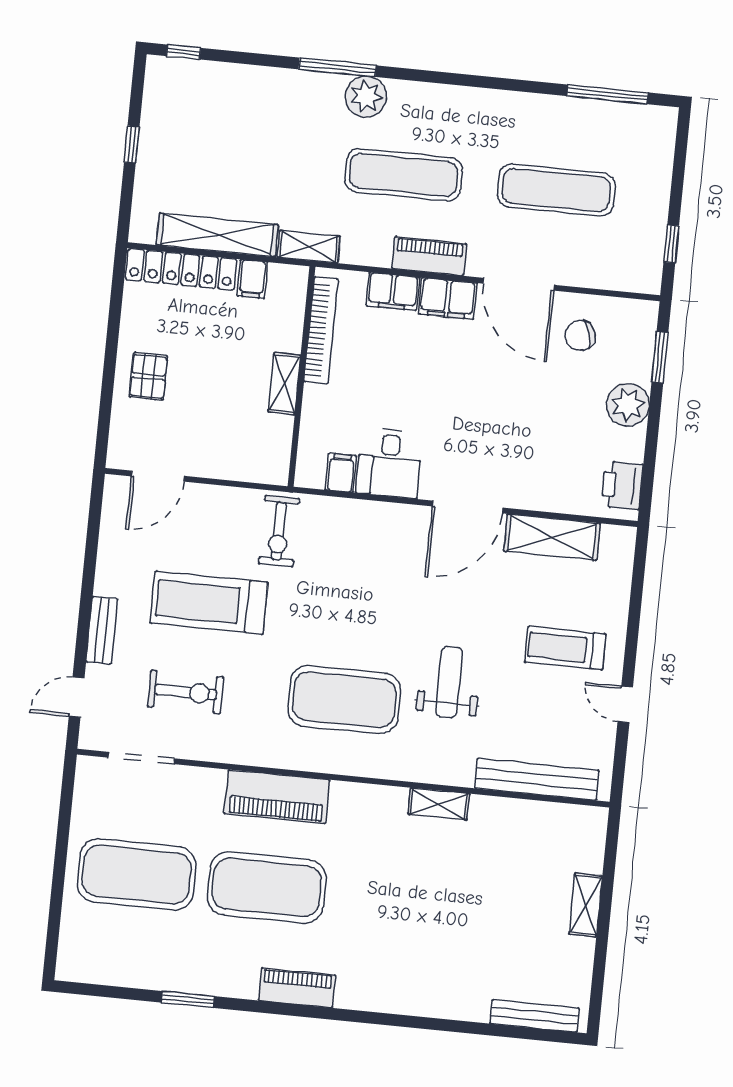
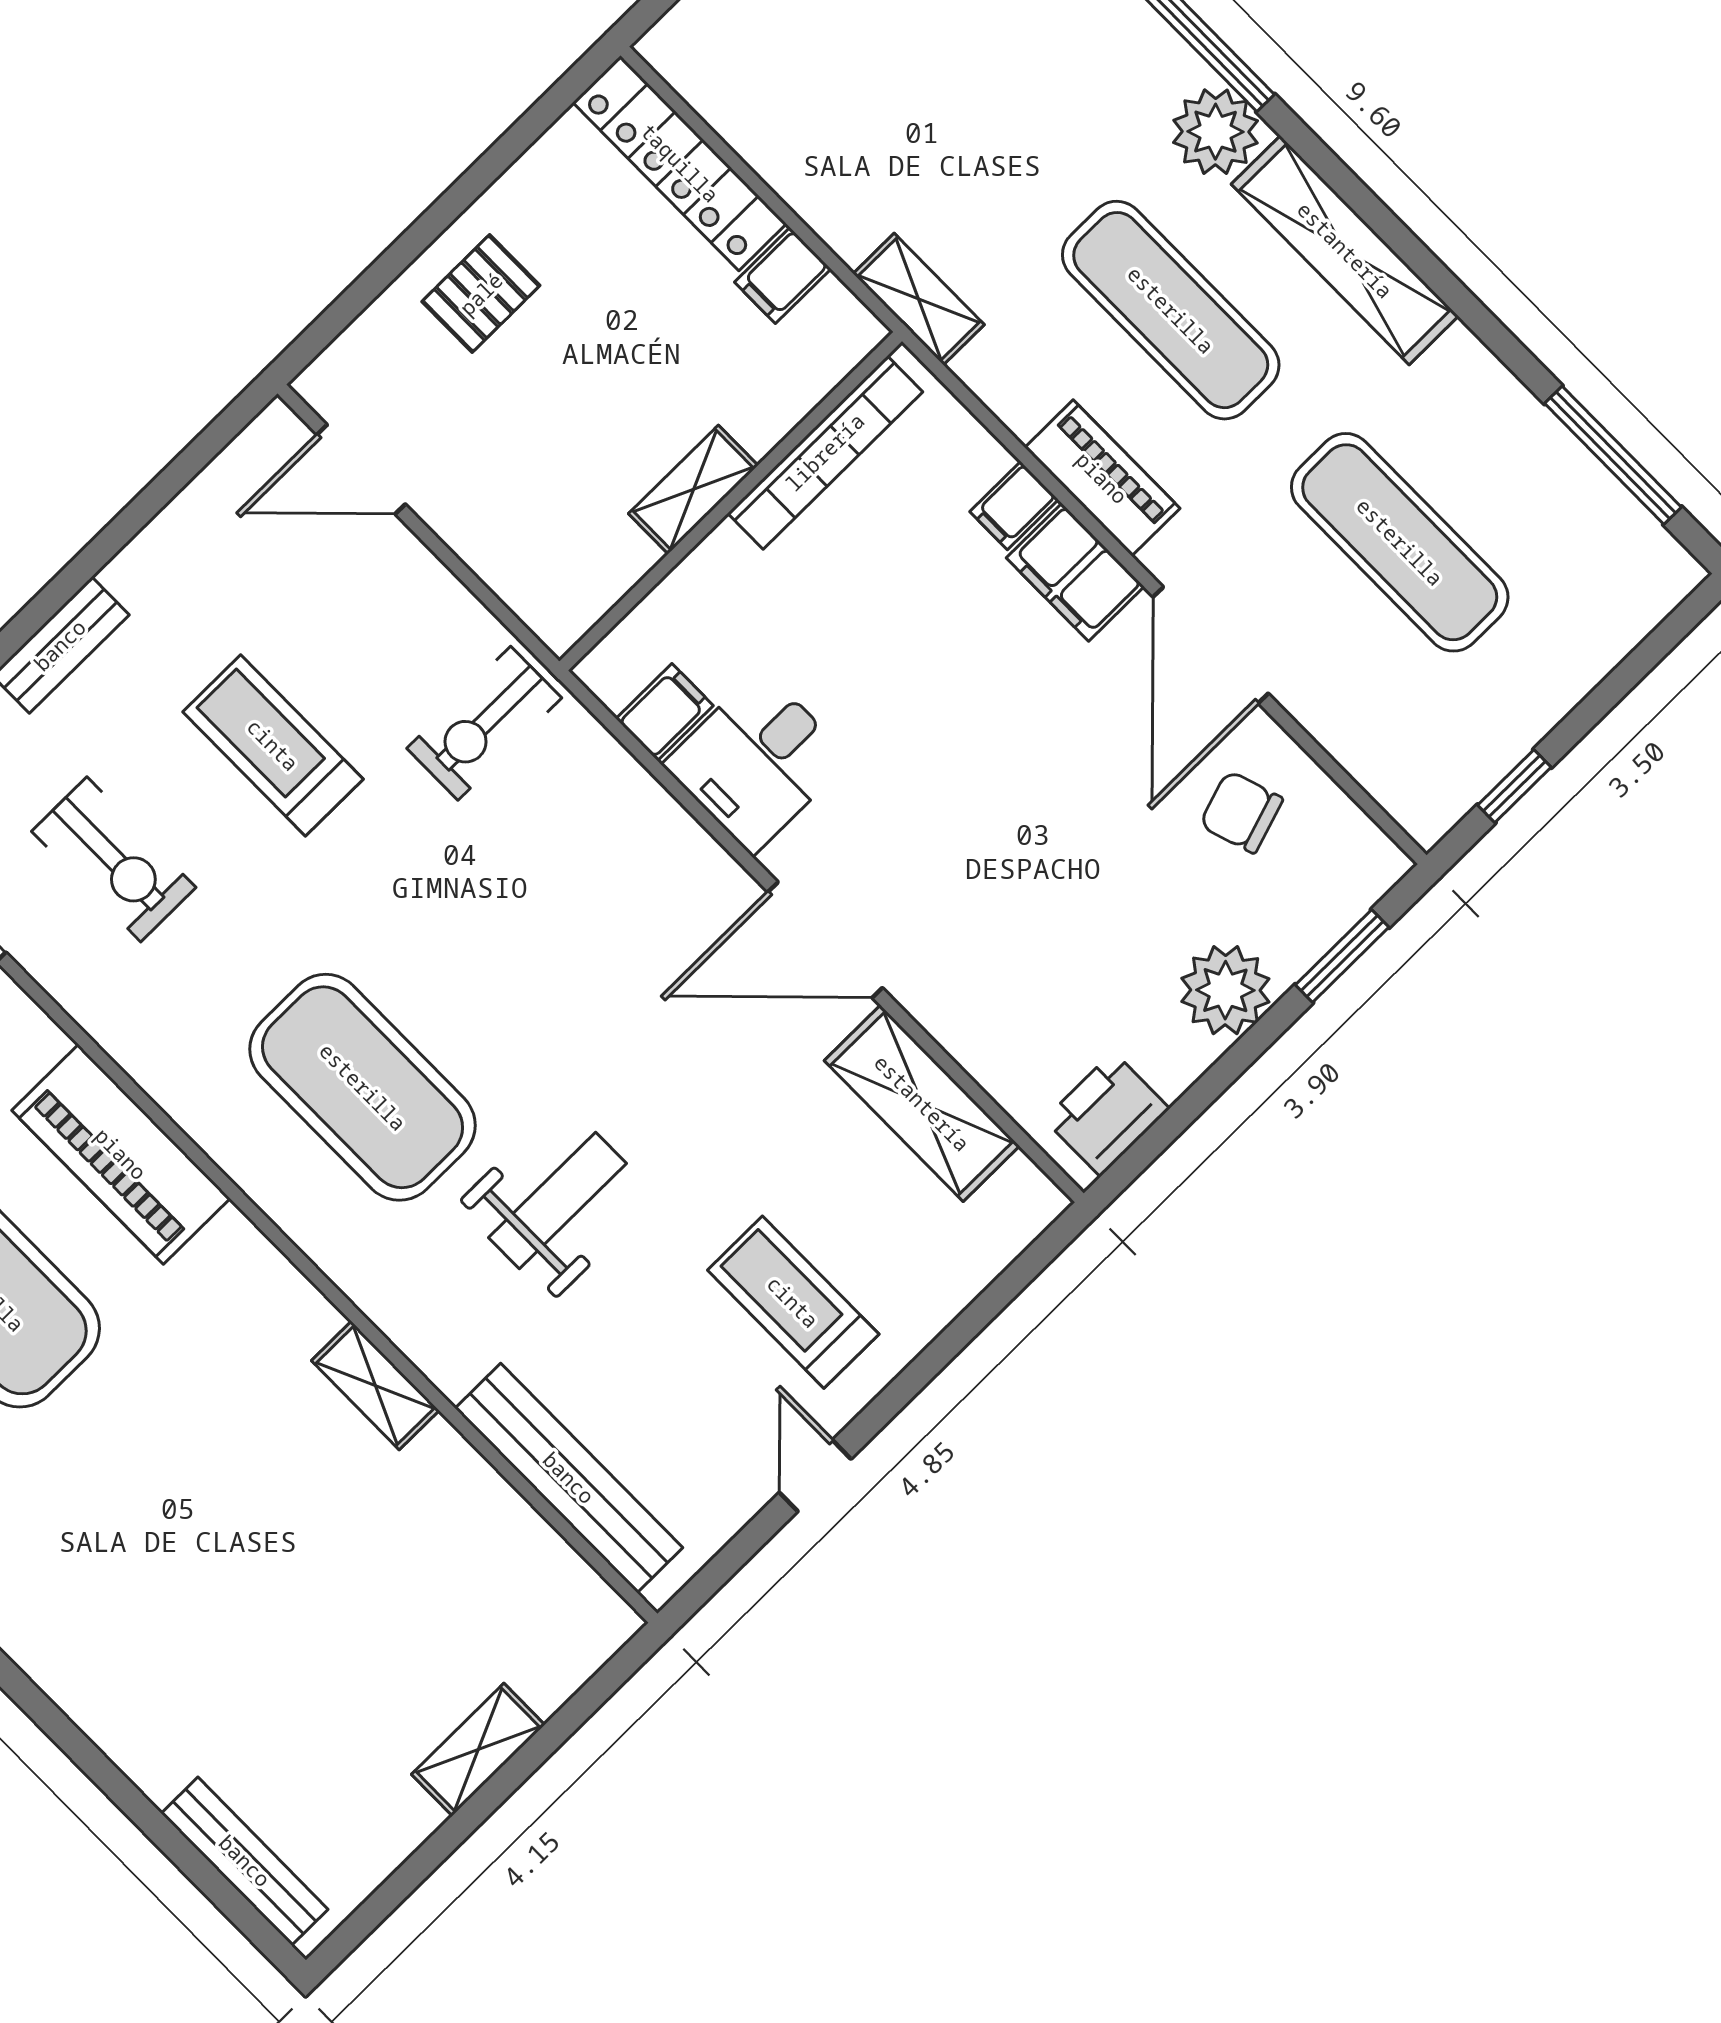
shelving: (217, 235) -> (1345, 250), moved
filing cabinet: (393, 291) -> (1014, 506), width x0.50
treadmill: (209, 603) -> (273, 745), width x0.73, depth x0.73

